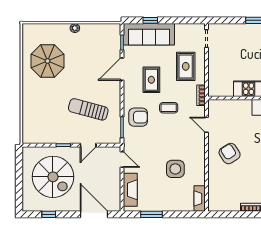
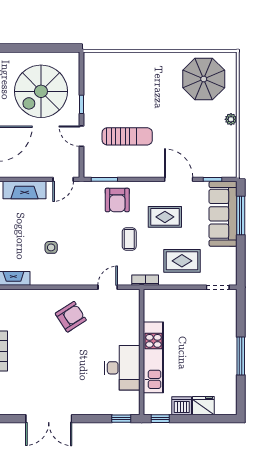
window: (150, 20) -> (241, 215), width x2.17
parasol: (48, 61) -> (204, 79), moved
sun lounger: (88, 109) -> (127, 136), turned 75
side table: (175, 169) -> (51, 247), width x0.54, depth x0.54

